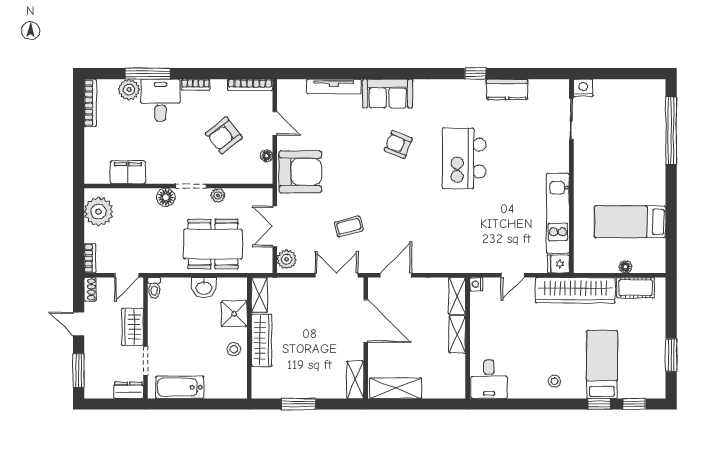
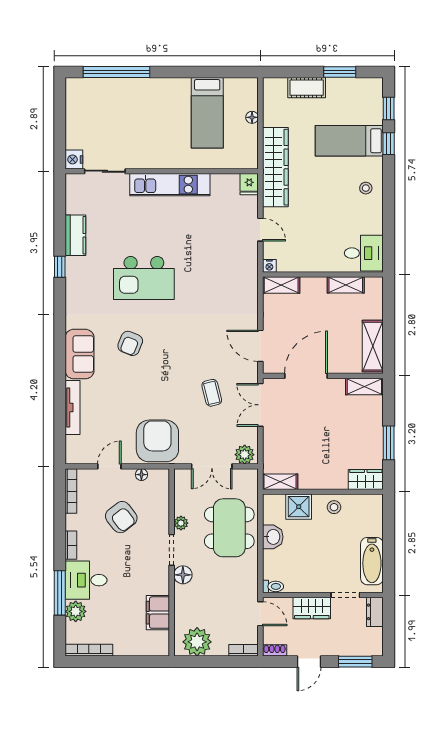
kitchen unit: (558, 213) -> (170, 185), moved
cot: (636, 288) -> (307, 88), moved, turned 90
shelving: (457, 335) -> (346, 285), moved
wardrobe: (262, 340) -> (366, 480), moved, width x0.67

